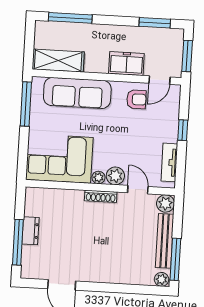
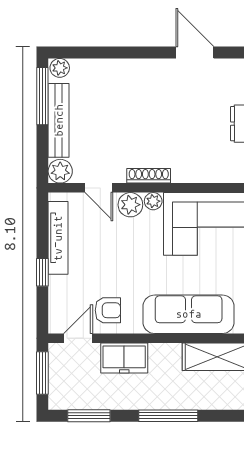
window: (70, 18) -> (168, 416), moved
armchair: (136, 99) -> (108, 310), turned 180
tv unit: (169, 162) -> (58, 238), width x1.41

